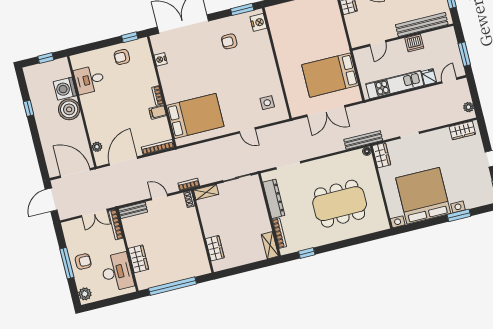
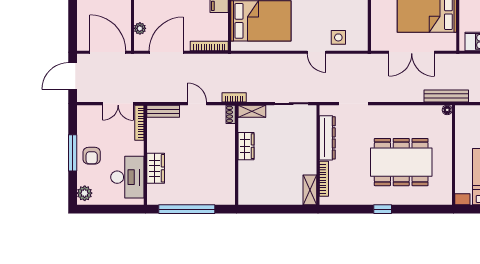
side table: (267, 103) -> (338, 37), moved
wardrobe: (381, 155) -> (463, 119), removed
wardrobe: (215, 248) -> (246, 146), moved
window: (307, 253) -> (383, 209), moved
armchair: (83, 262) -> (92, 156), turned 90

